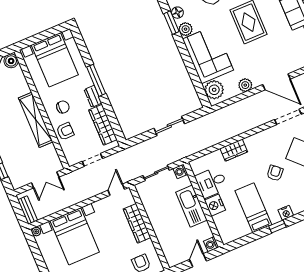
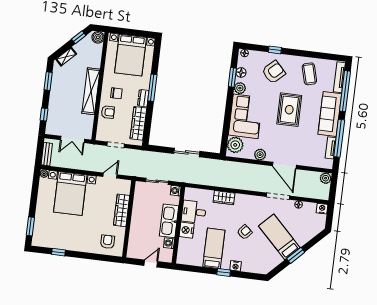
door: (116, 190) -> (110, 176), moved
washing machine: (211, 244) -> (169, 243), moved

